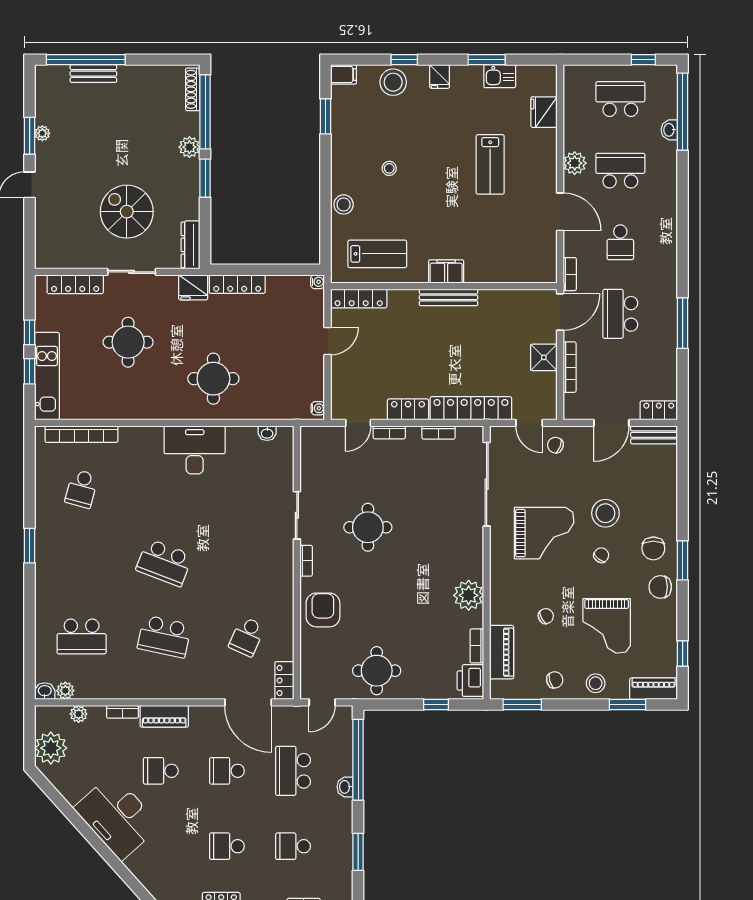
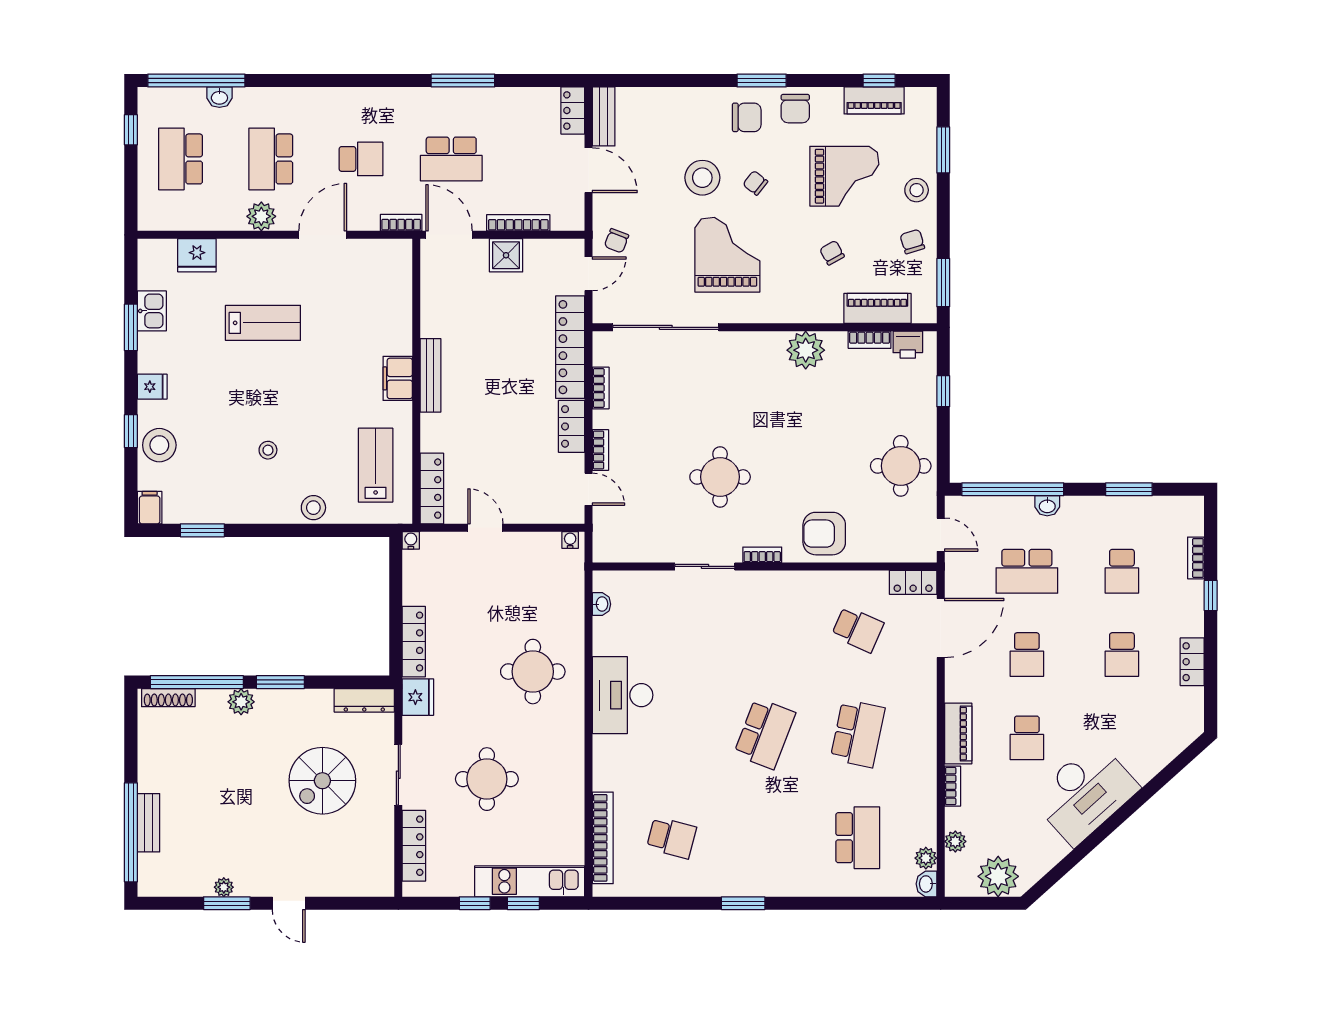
printer: (470, 681) -> (908, 345), width x0.73, depth x0.81
piano: (654, 689) -> (874, 100), moved, turned -90

